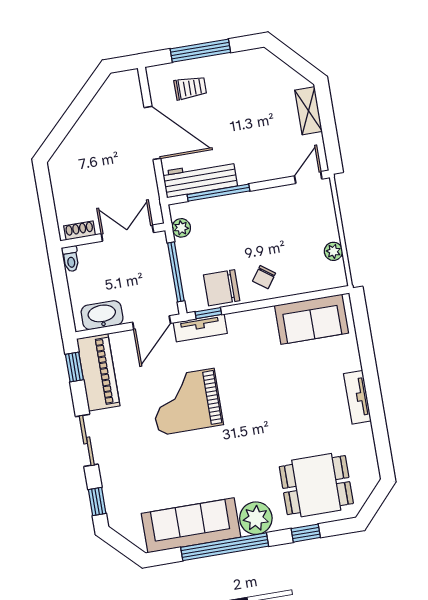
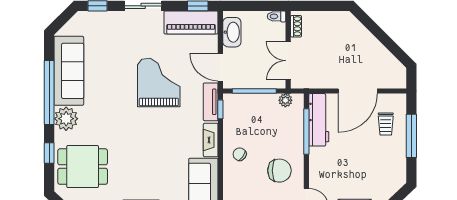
double door: (127, 233) -> (288, 61), swing flipped
chair: (222, 288) -> (279, 171), moved, turned 90
fireplace: (252, 319) -> (211, 140), added
dining table: (316, 485) -> (83, 167), turned 90

